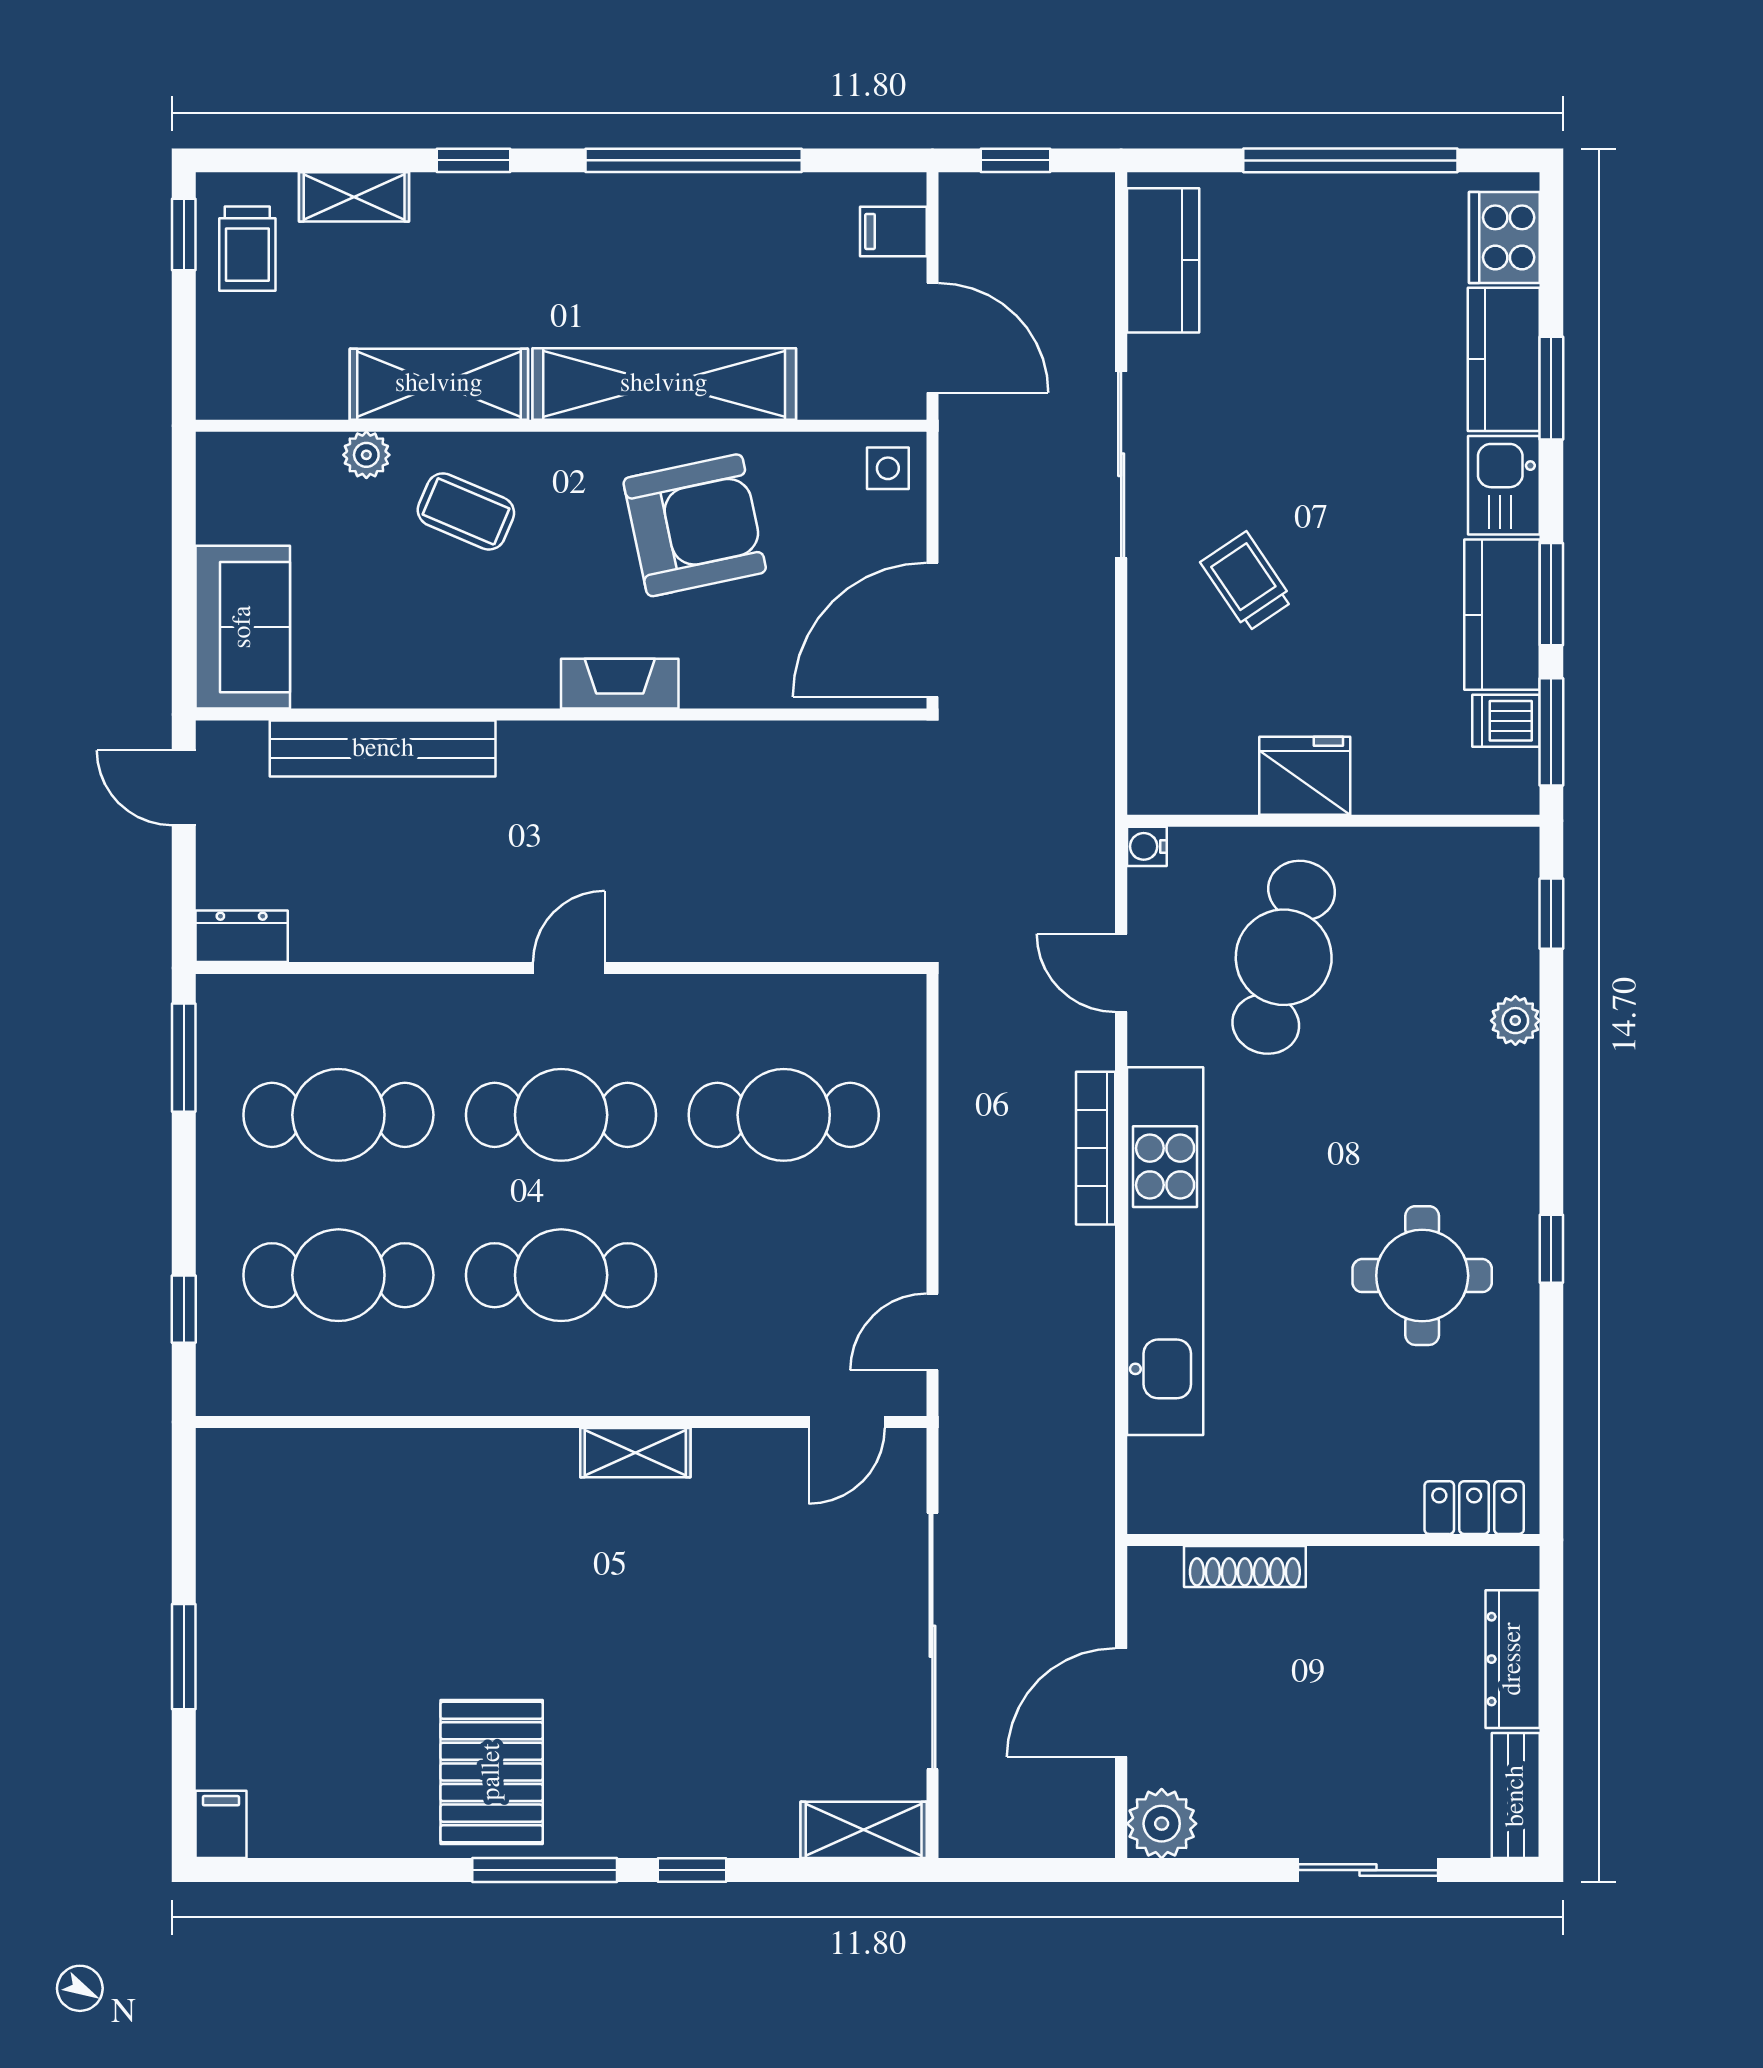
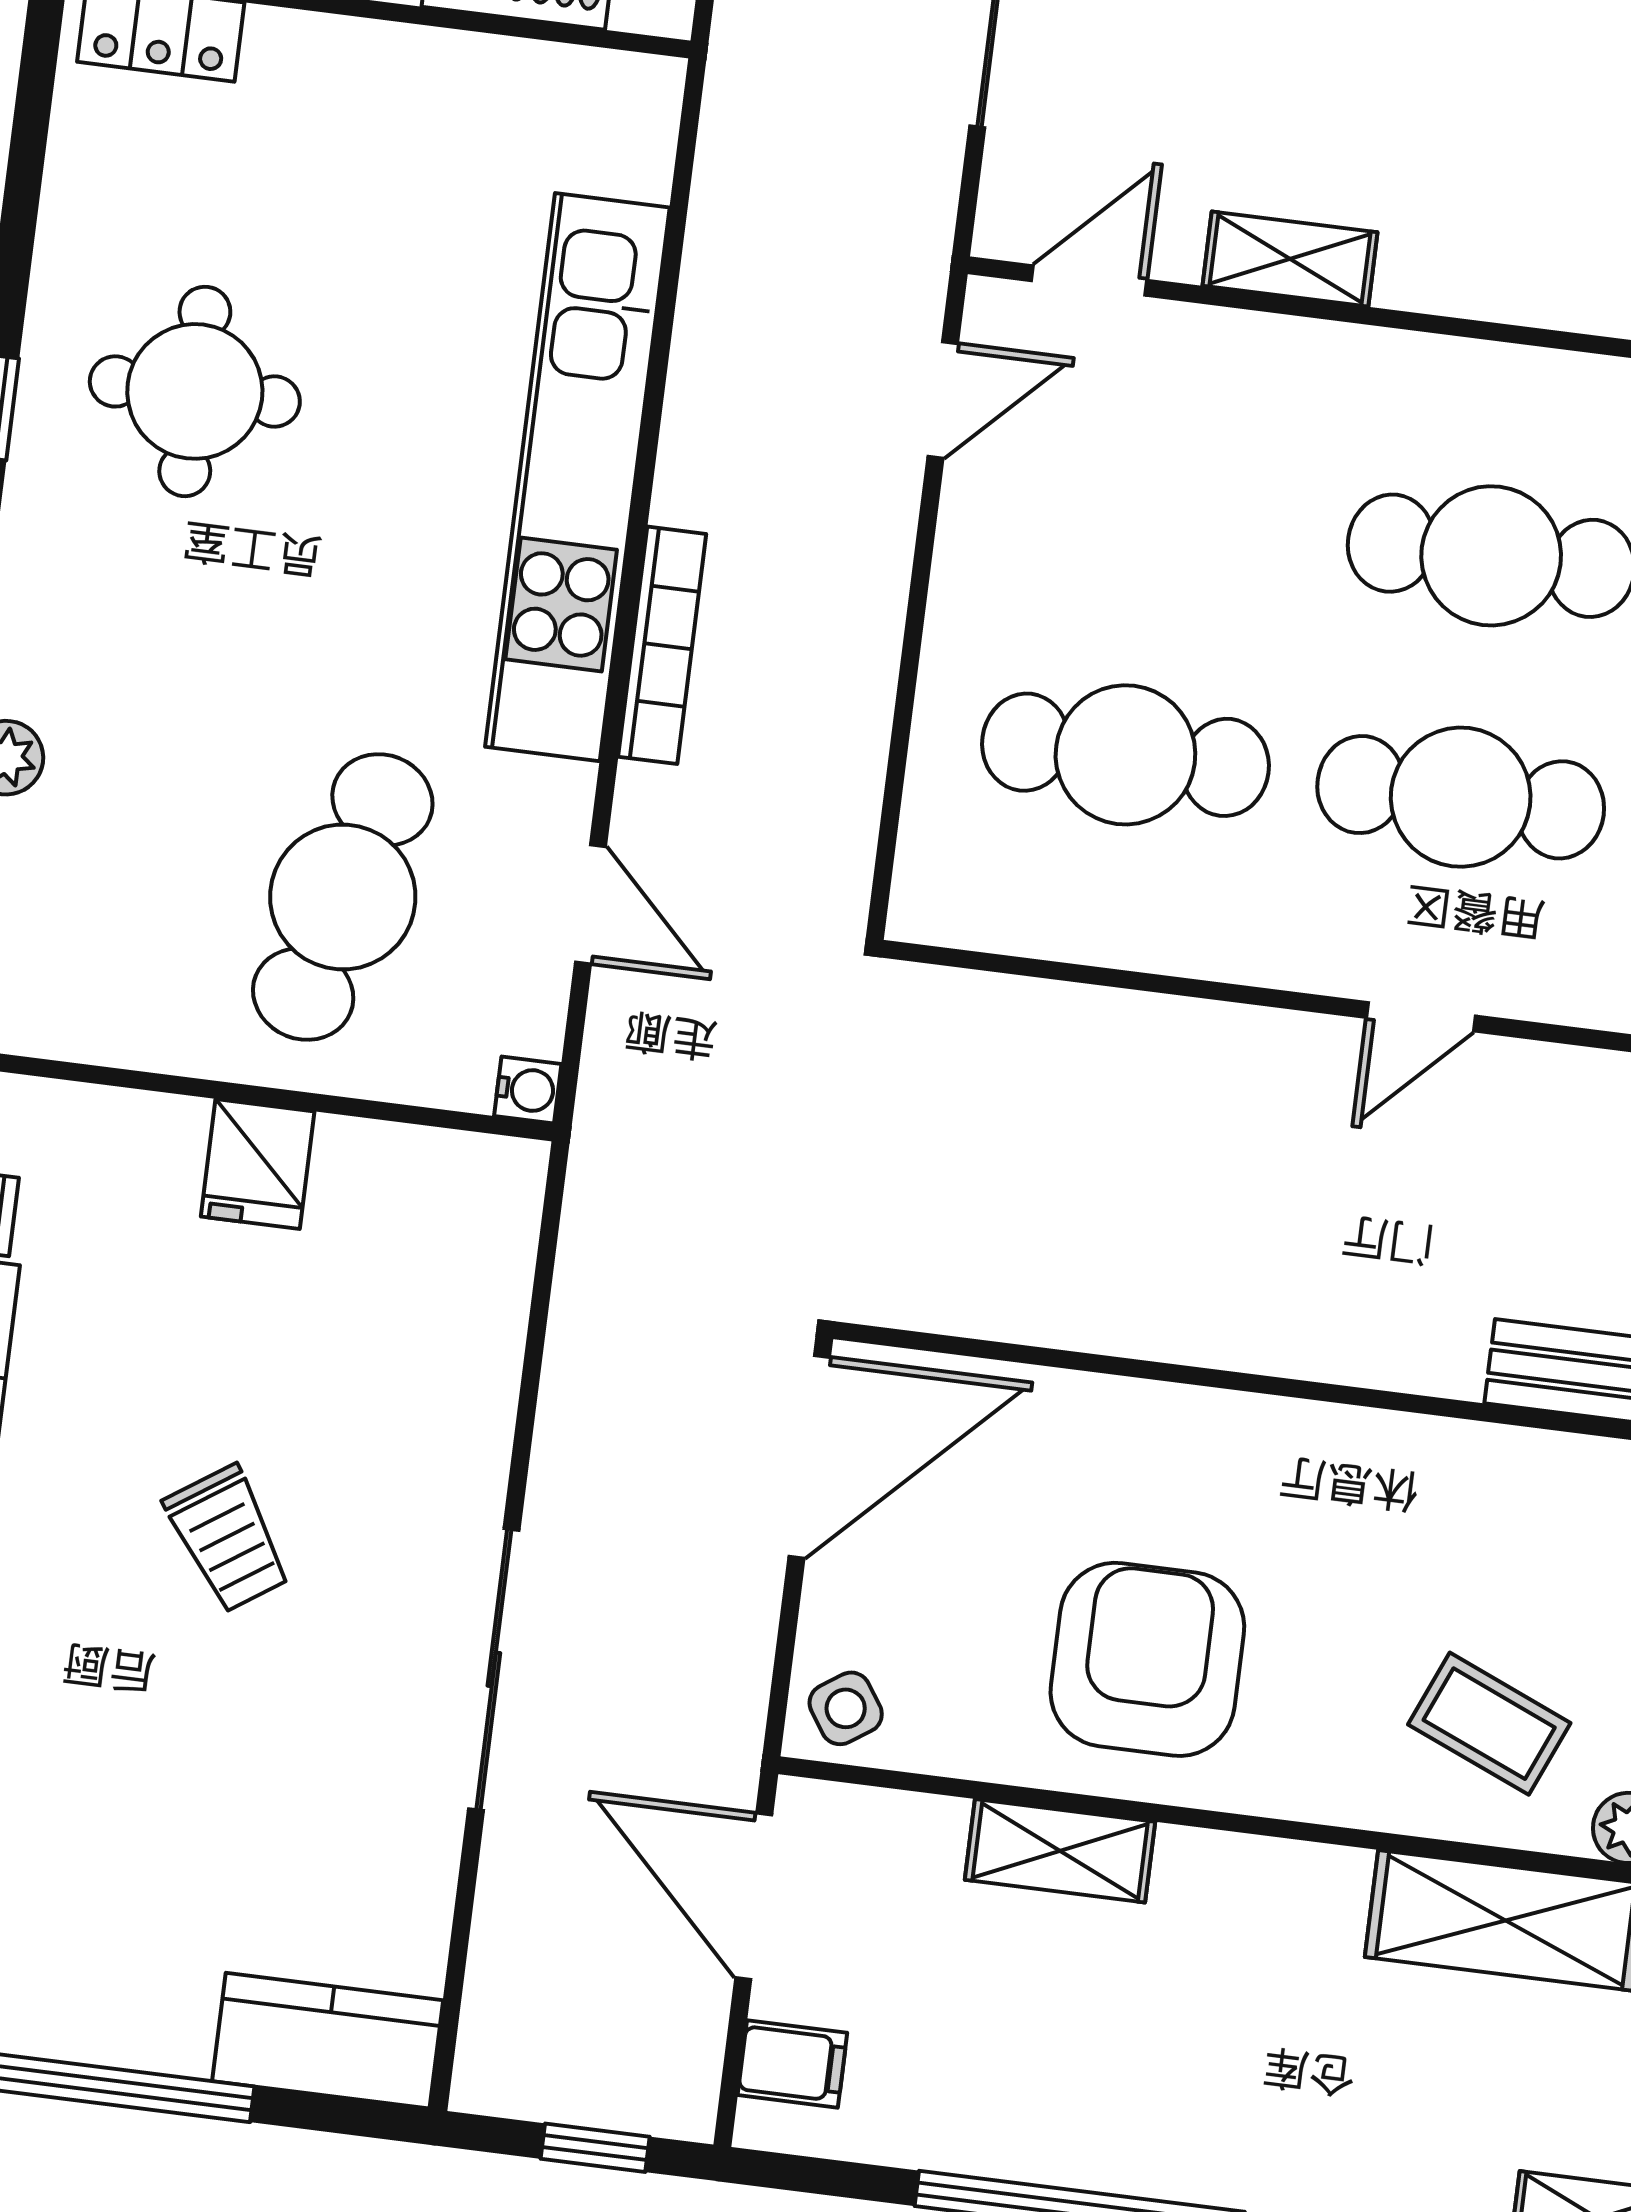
kitchen counter: (1163, 260) -> (328, 2041), moved, turned 90
shelving: (664, 384) -> (1060, 1851), width x0.45, depth x0.75
side table: (888, 468) -> (846, 1708), turned -34
armchair: (695, 525) -> (1147, 1659), turned 102
trolley: (1247, 582) -> (228, 1539), moved
fireplace: (620, 684) -> (1290, 1435), removed
fridge: (1305, 776) -> (258, 1164), width x0.72
shelving: (635, 1453) -> (1290, 259), moved

